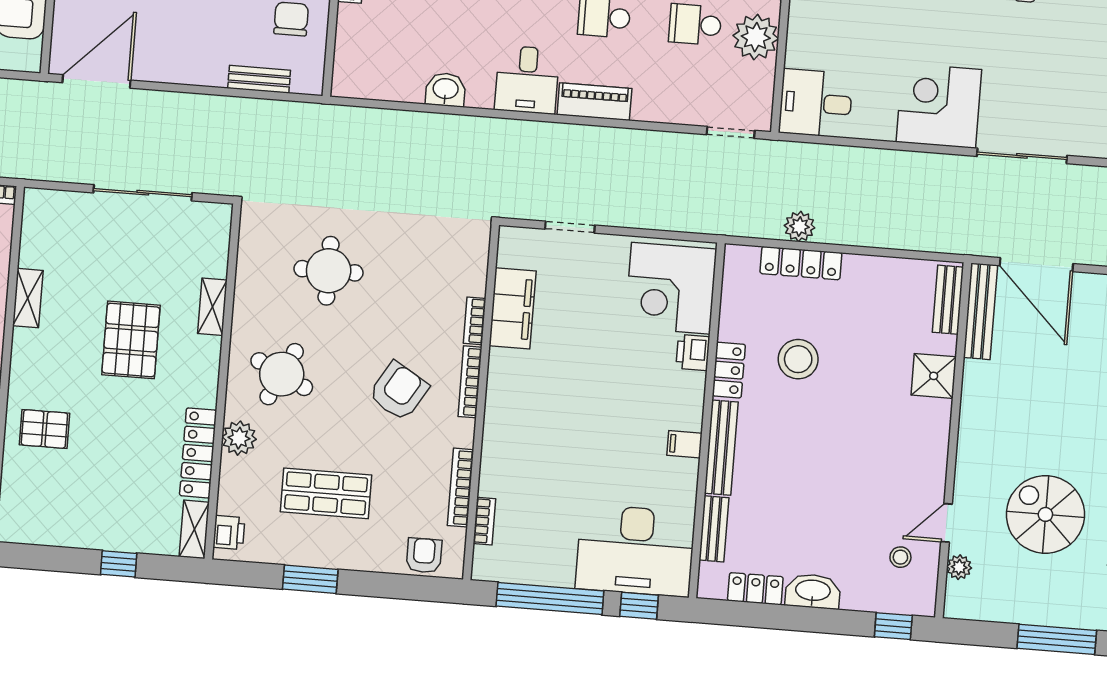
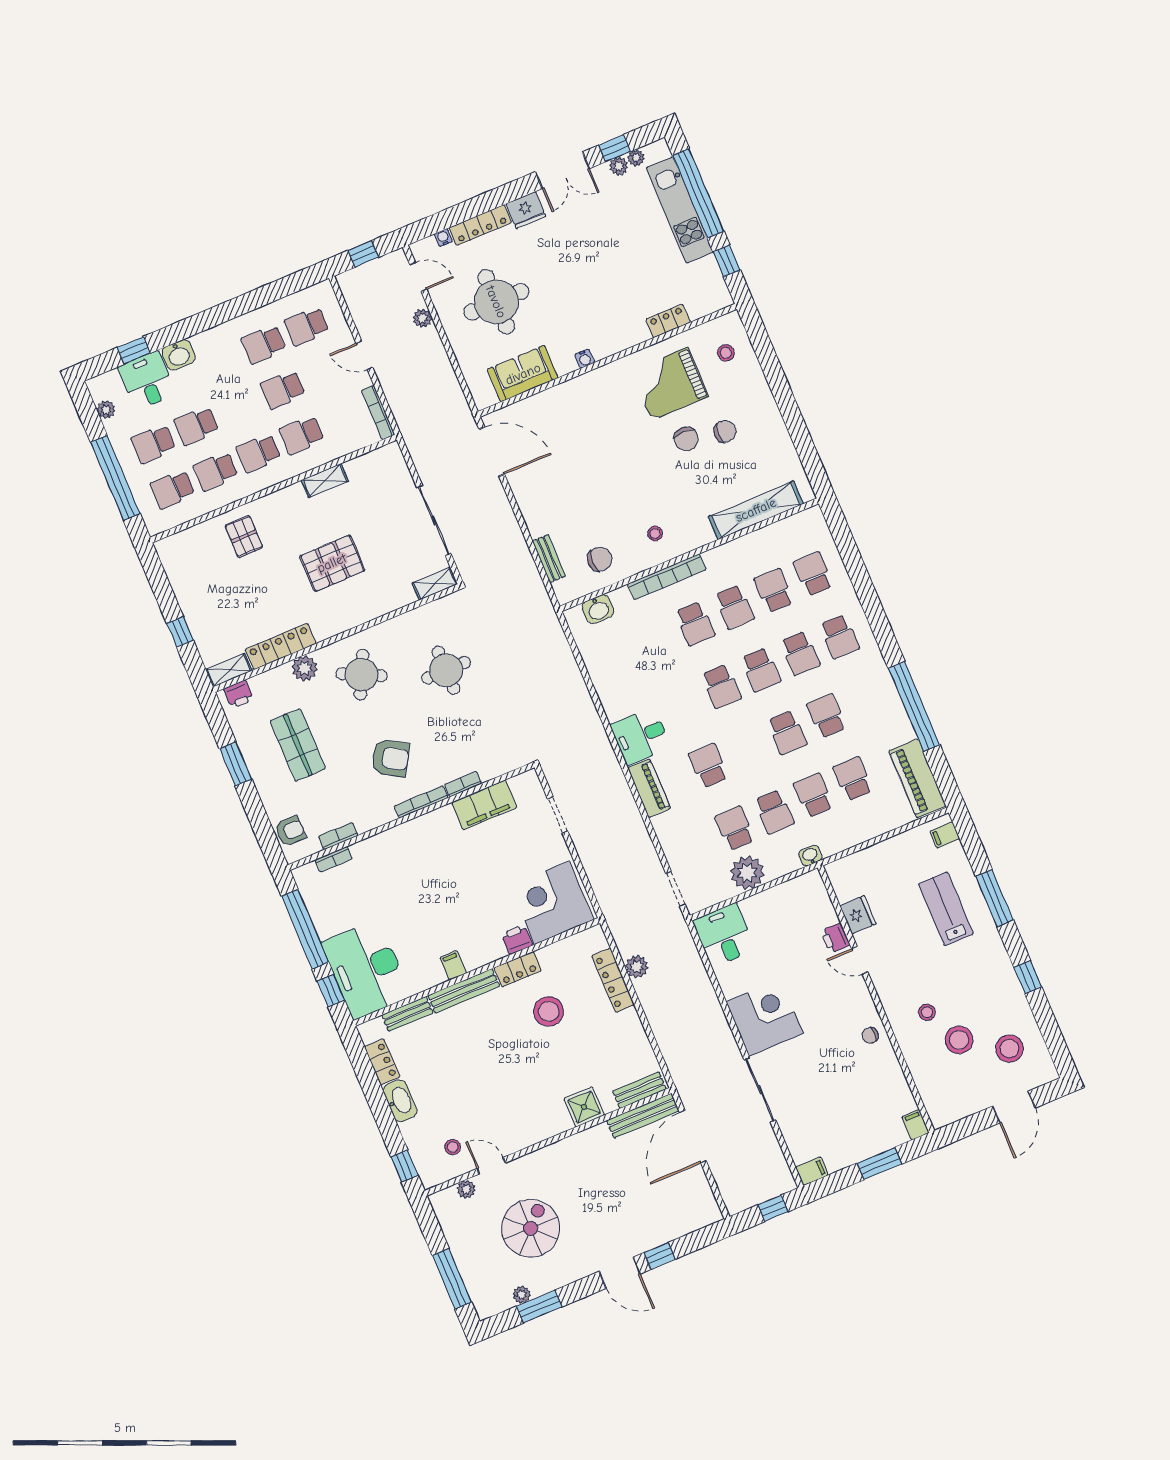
washbasin: (446, 90) -> (598, 609), moved, turned 90
shelving: (212, 307) -> (435, 584), moved
bookcase: (461, 488) -> (338, 836), width x0.64

